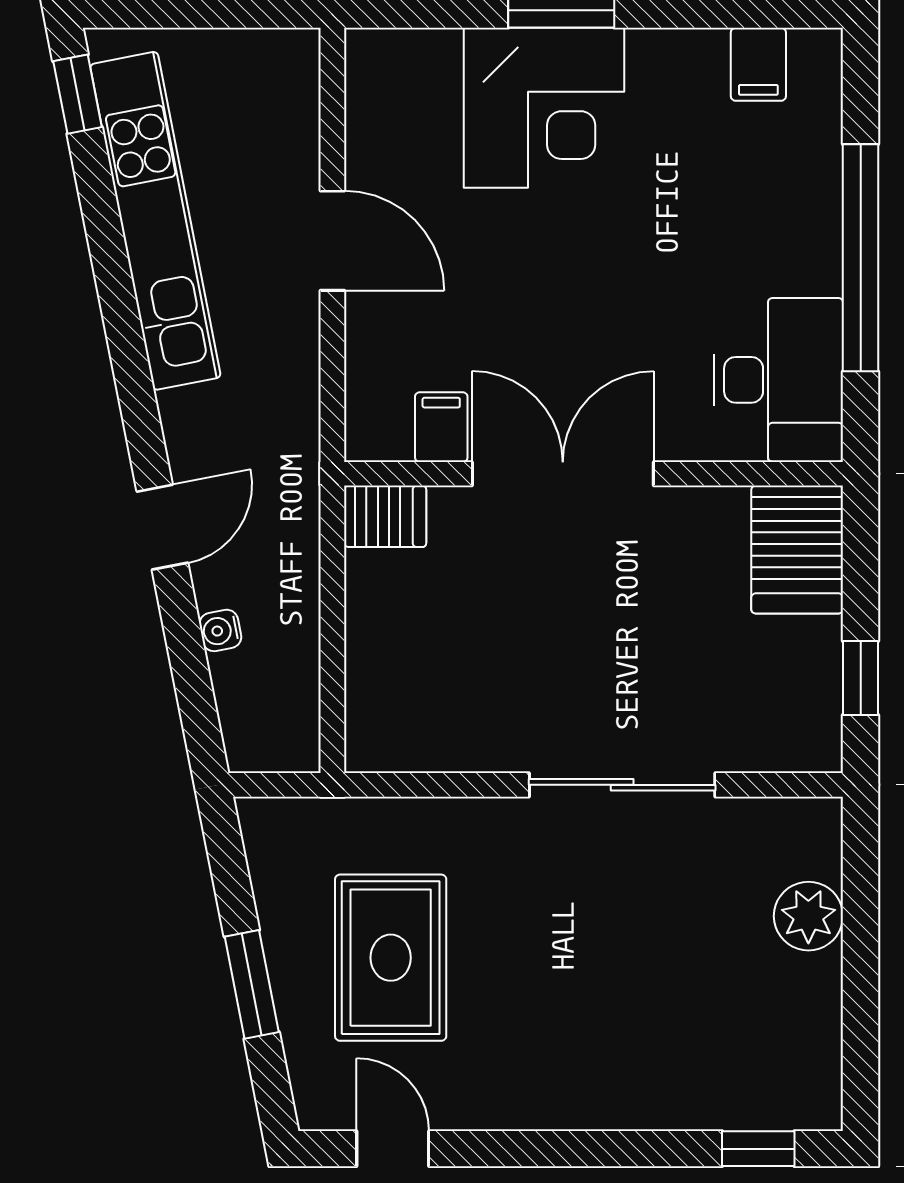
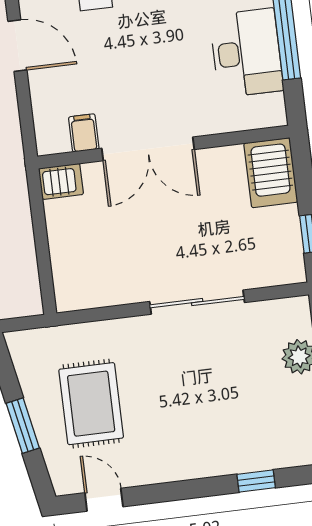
desk: (778, 380) -> (246, 53), moved
double door: (563, 474) -> (148, 149), swing flipped
window: (758, 1149) -> (256, 481), moved

